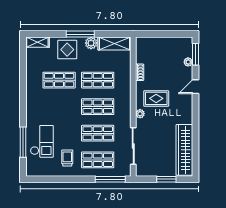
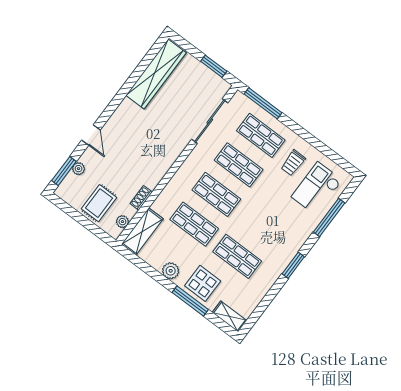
window: (80, 34) -> (190, 301), moved
shelving: (115, 44) -> (142, 231), moved, turned 90
door: (196, 87) -> (91, 135), hinge flipped
rug: (156, 98) -> (99, 203), moved, turned 90
window: (23, 99) -> (293, 265), added
plant: (140, 114) -> (122, 222), moved
checkout: (42, 141) -> (317, 188), moved
window: (166, 179) -> (214, 66), moved

